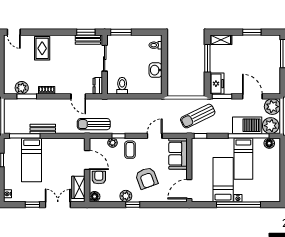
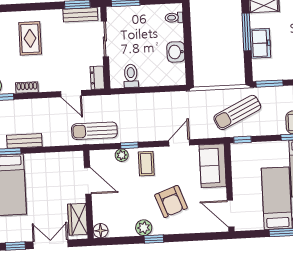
rug: (42, 48) -> (30, 38), moved
freezer: (217, 84) -> (260, 43), moved
armchair: (99, 177) -> (105, 204), removed
door: (189, 189) -> (231, 214), hinge flipped

